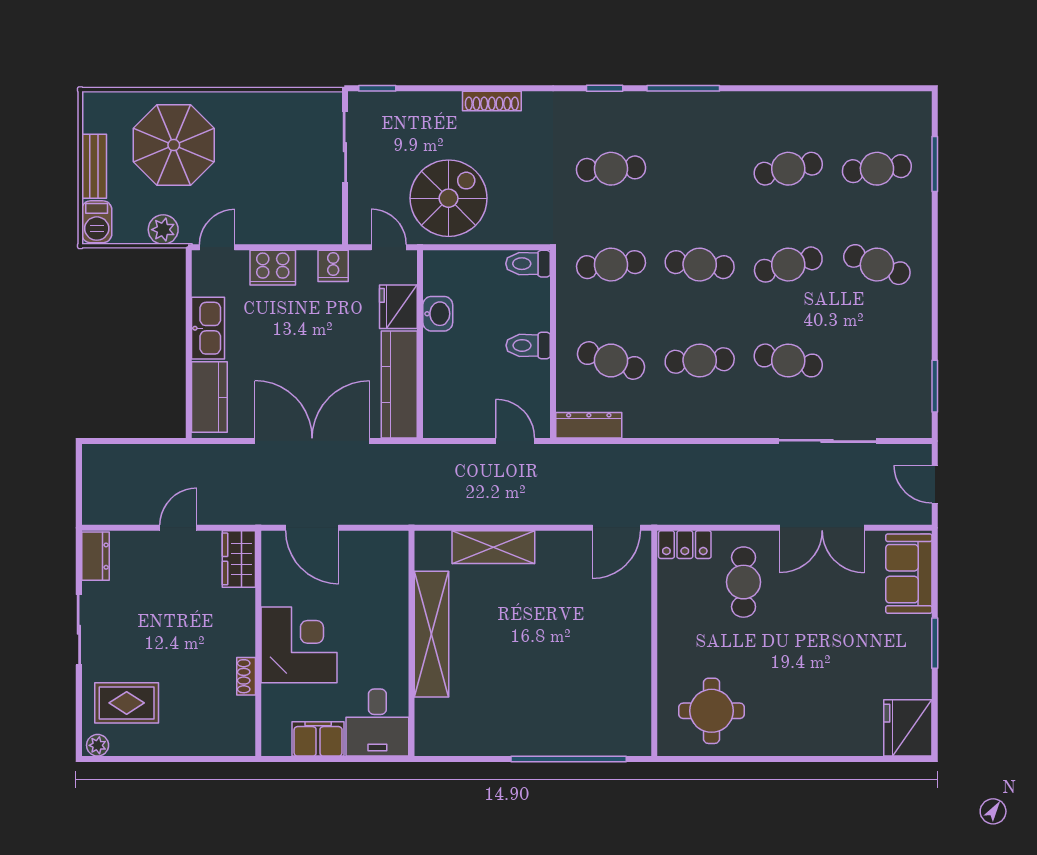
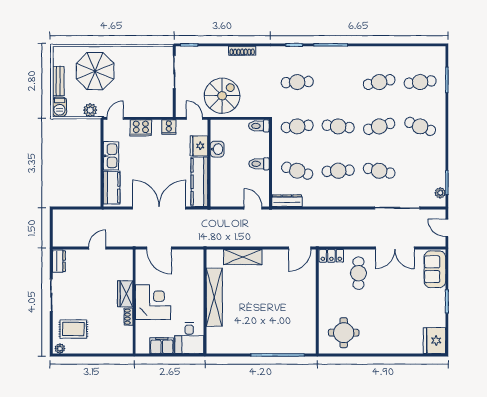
plant: (920, 408) -> (440, 193), added
wardrobe: (239, 559) -> (125, 294), moved

